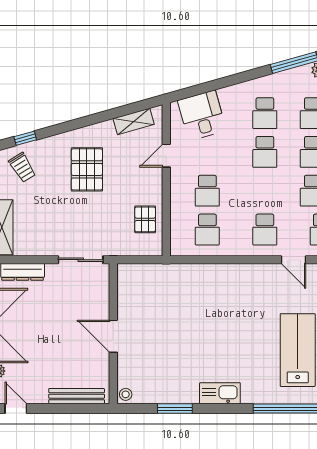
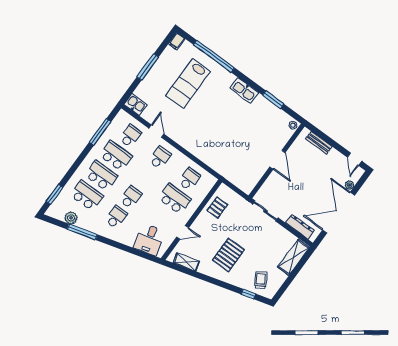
school desk: (207, 191) -> (175, 199), width x1.85
bench: (77, 396) -> (319, 143), width x0.73

